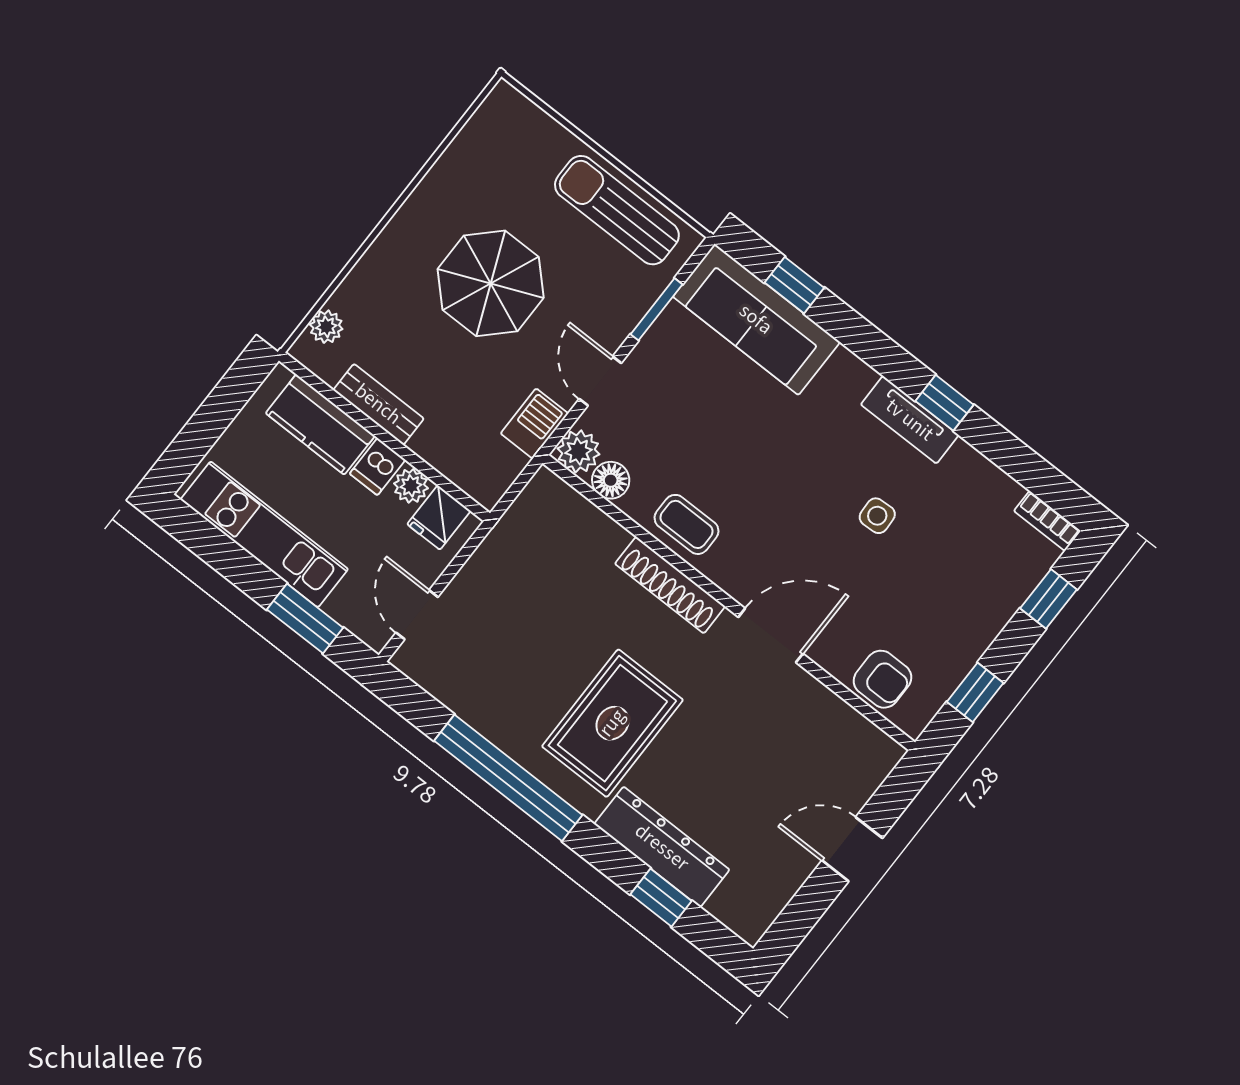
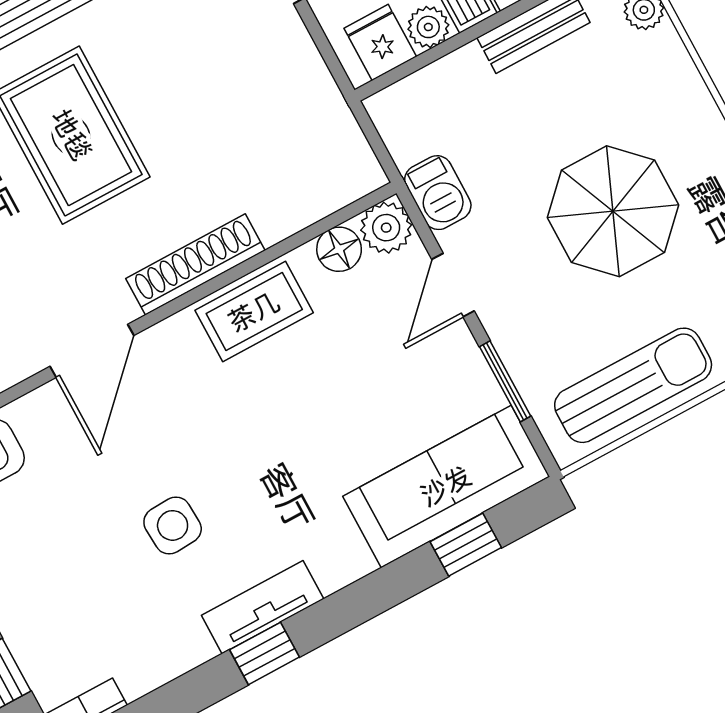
door: (600, 381) -> (453, 285), swing flipped
side table: (877, 516) -> (173, 525), width x1.37, depth x1.37
coffee table: (687, 524) -> (254, 312), width x1.36, depth x1.30

